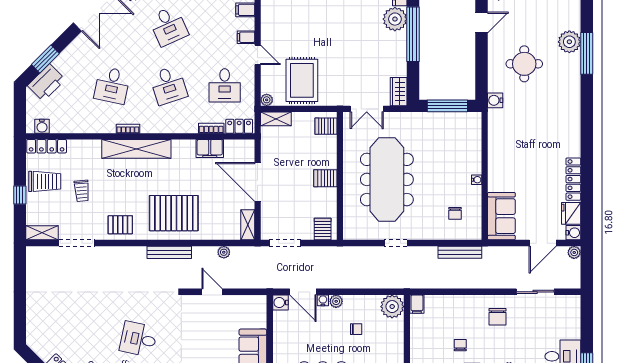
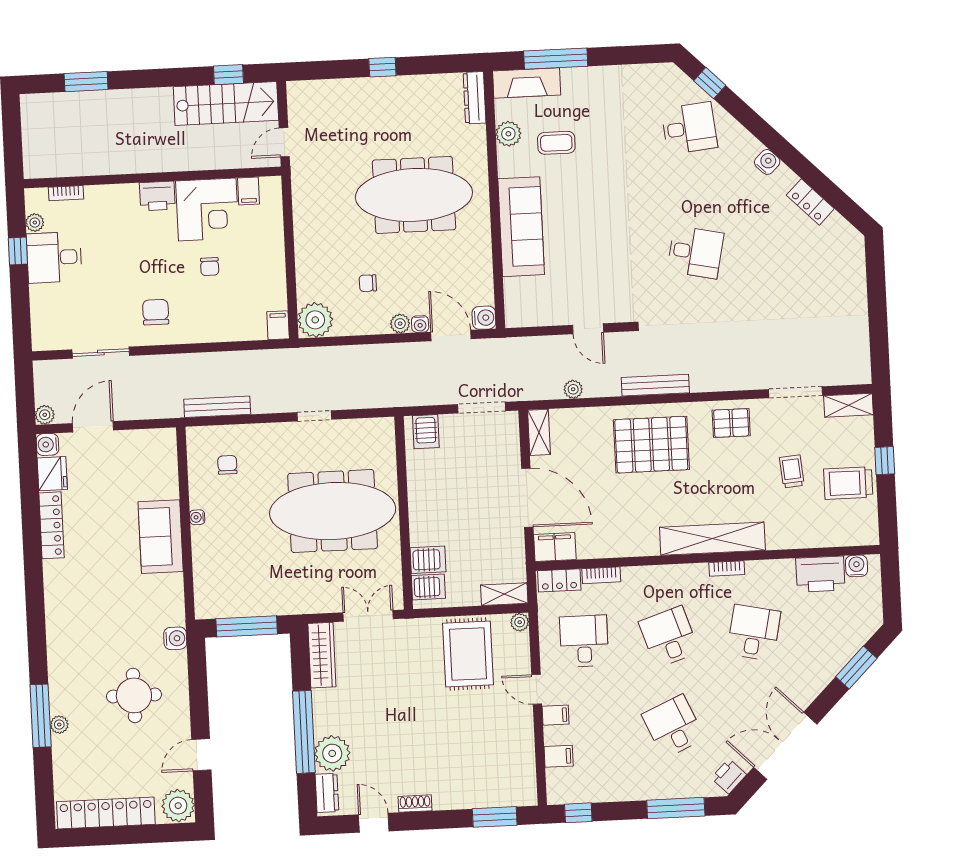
plant: (569, 42) -> (59, 725), width x0.53, depth x0.53
printer: (46, 83) -> (820, 574), moved, turned -135
wardrobe: (399, 92) -> (322, 655), width x1.50
locker: (47, 146) -> (848, 536), removed
filing cabinet: (210, 148) -> (555, 547), moved
server rack: (325, 178) -> (428, 560), moved
meeting table: (387, 179) -> (333, 511), turned 90
sofa: (501, 216) -> (161, 537), moved

